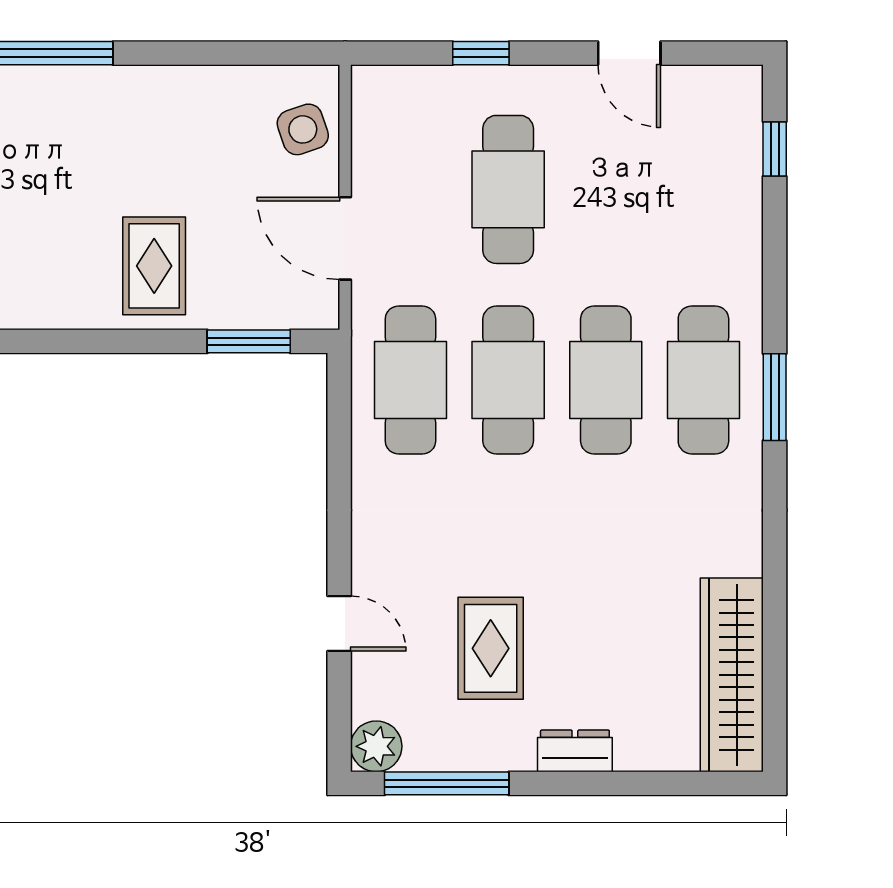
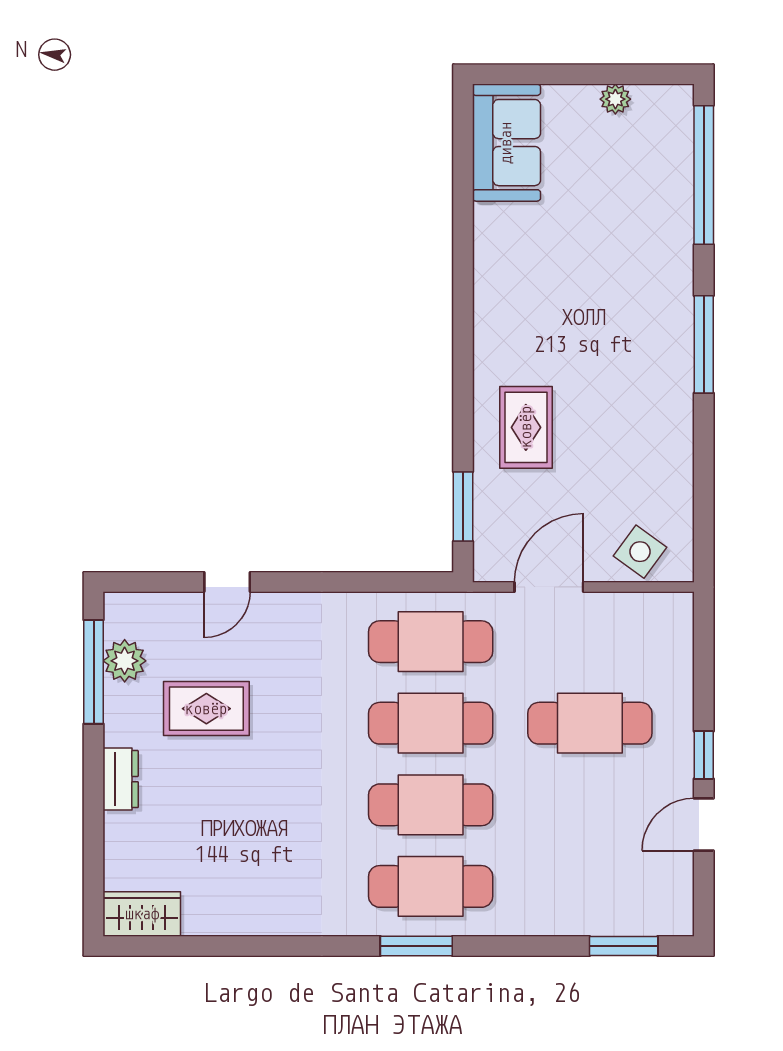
window: (481, 53) -> (704, 755), moved
side table: (303, 129) -> (640, 552), turned -35
window: (775, 149) -> (624, 946), width x1.50
rug: (154, 266) -> (526, 427), turned 90
wardrobe: (732, 675) -> (142, 914), width x0.48, depth x0.85
plant: (376, 746) -> (125, 661), moved

